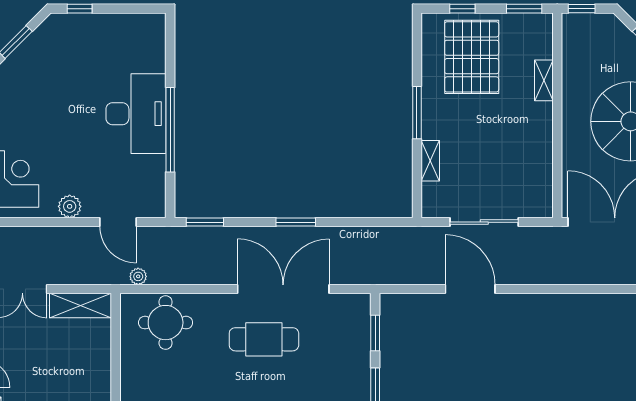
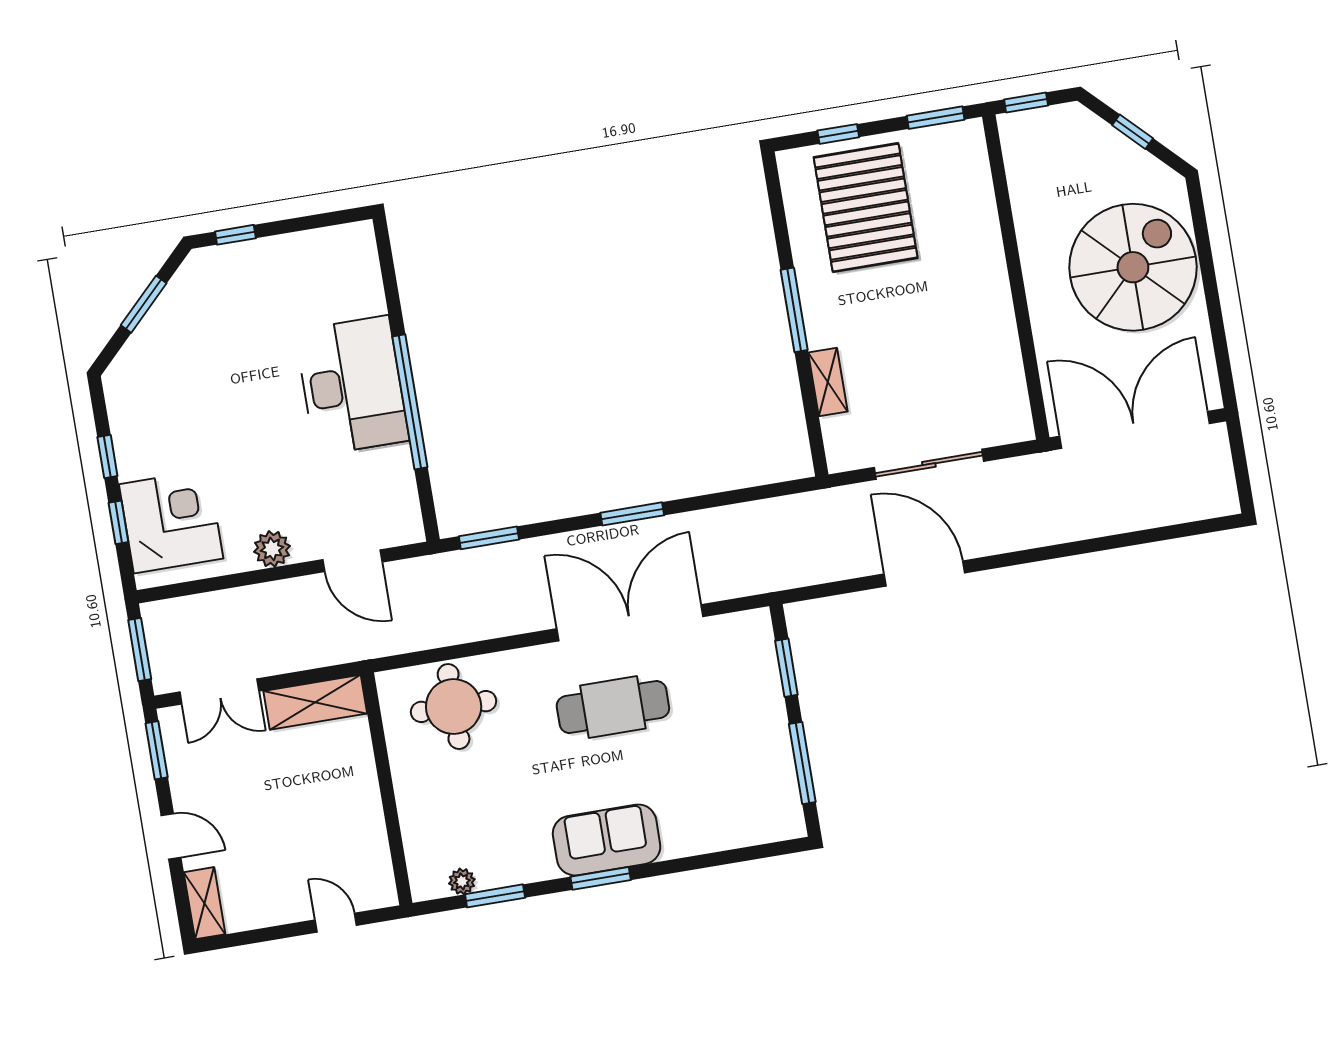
shelving: (544, 80) -> (985, 226), removed
plant: (138, 276) -> (398, 641), removed

